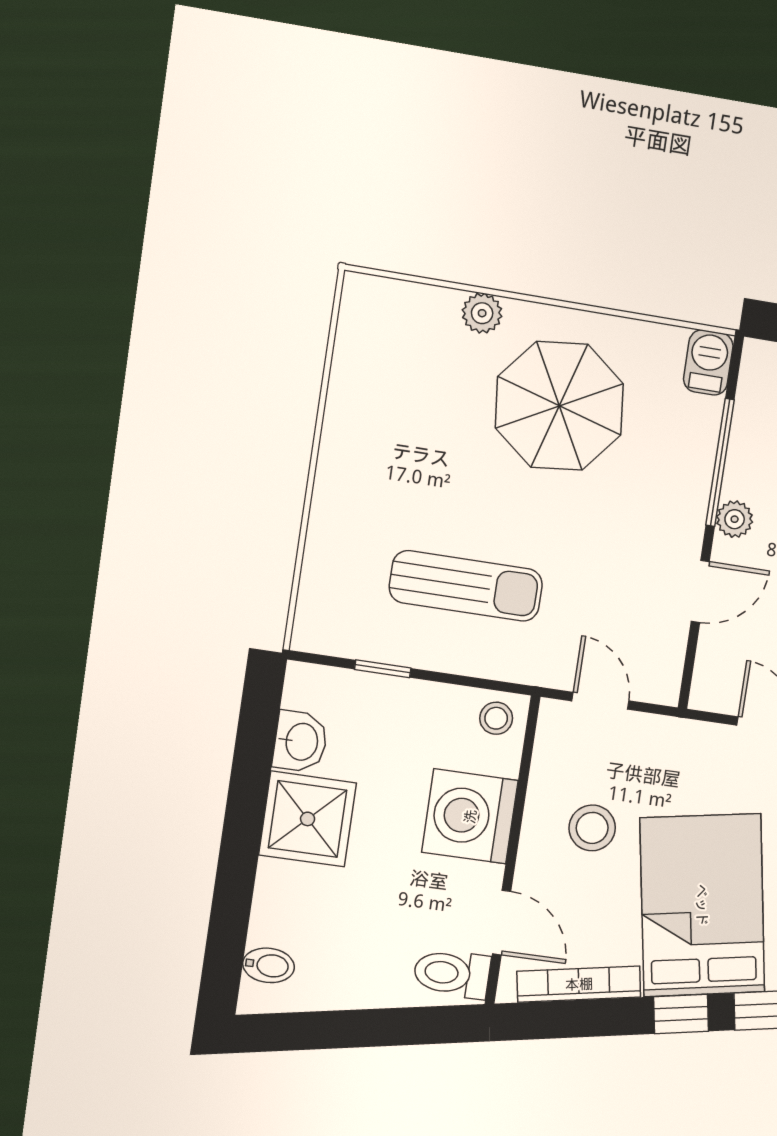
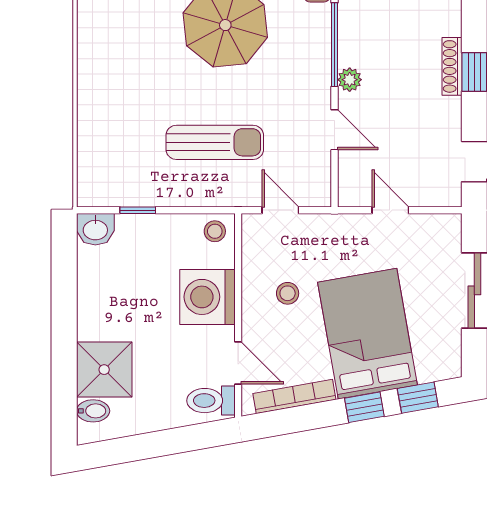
sun lounger: (466, 586) -> (215, 142), moved
door: (700, 591) -> (334, 130), hinge flipped
washbasin: (300, 742) -> (95, 229), moved, turned 90
shower: (308, 819) -> (104, 370), moved
stool: (592, 828) -> (288, 293), width x0.73, depth x0.73

